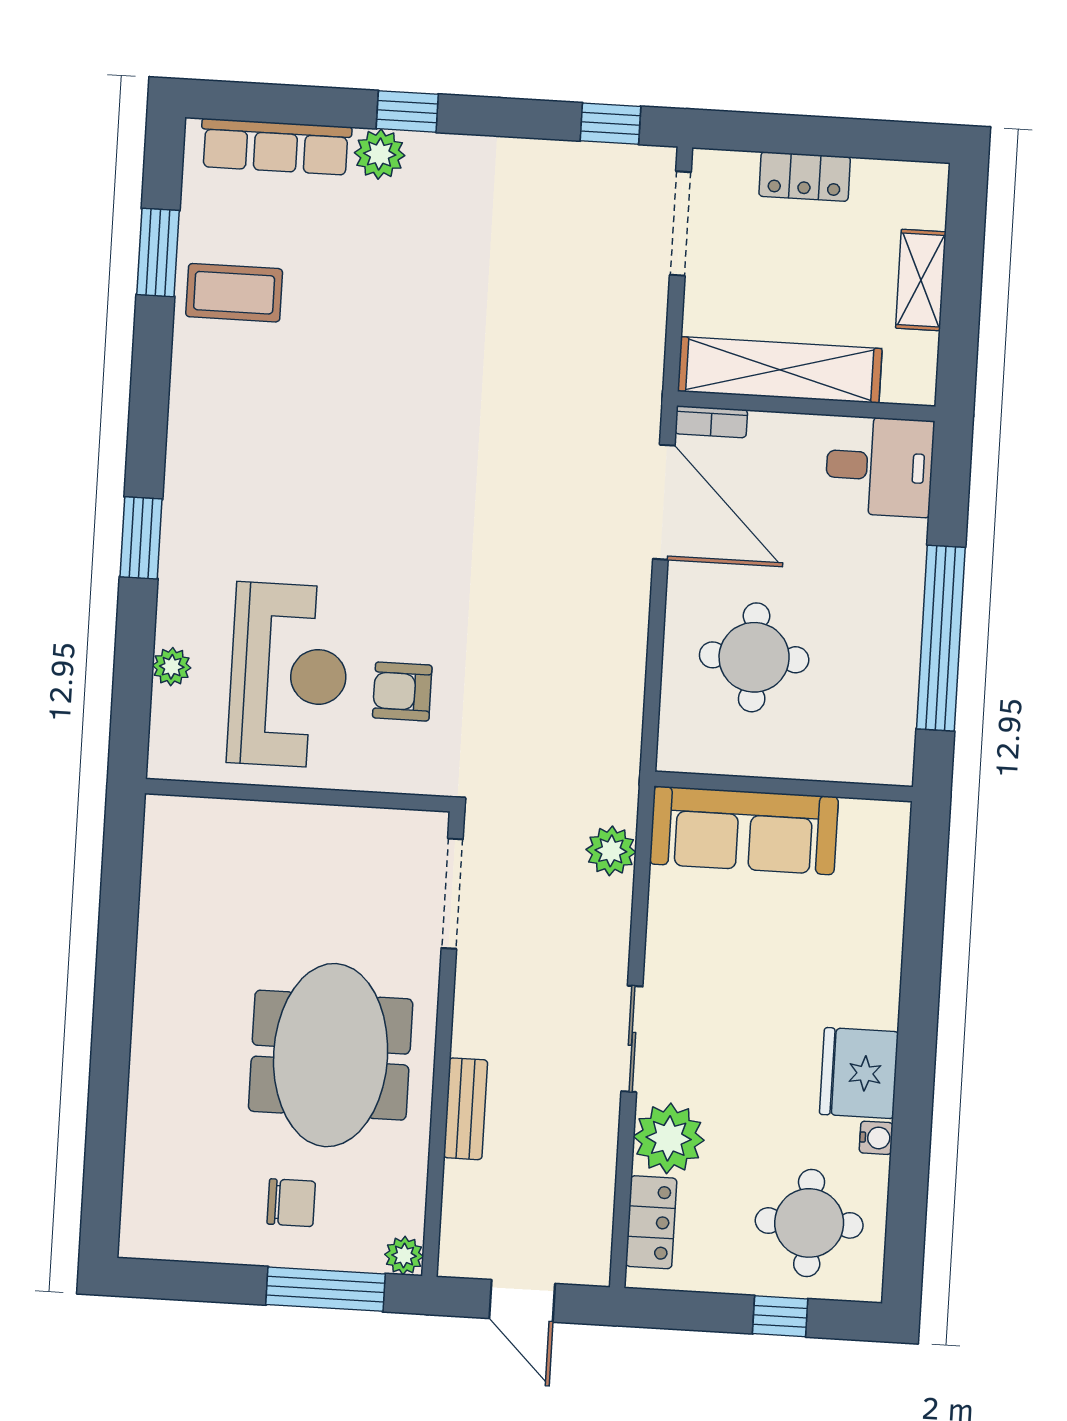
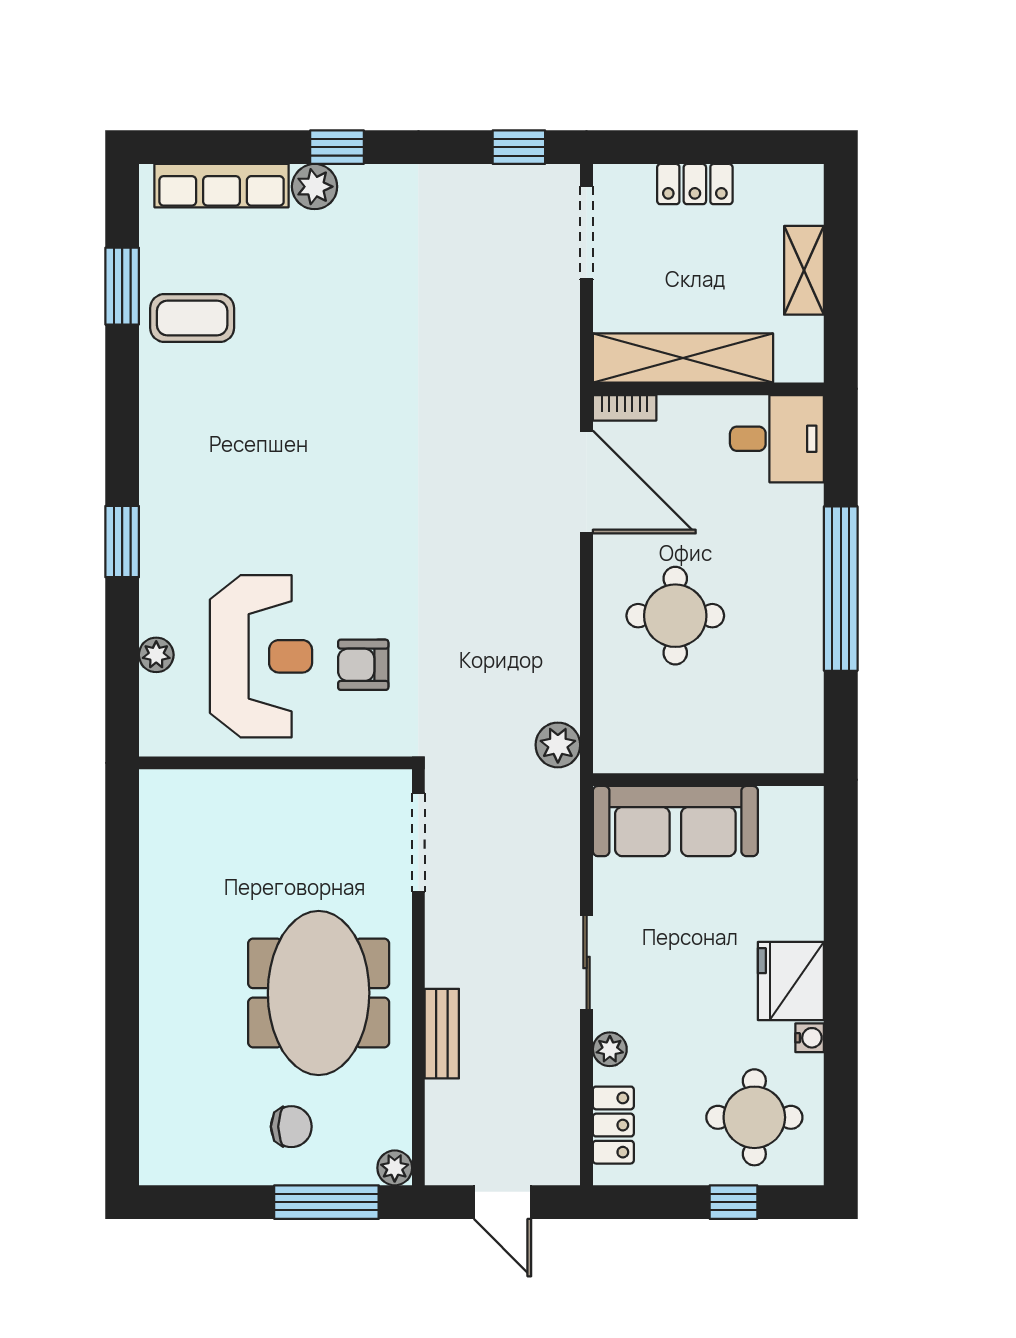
wall: (784, 786) -> (708, 780), moved
sofa: (744, 830) -> (675, 821), moved
plant: (611, 851) -> (558, 745), moved
plant: (669, 1138) -> (610, 1049), width x0.53, depth x0.53

